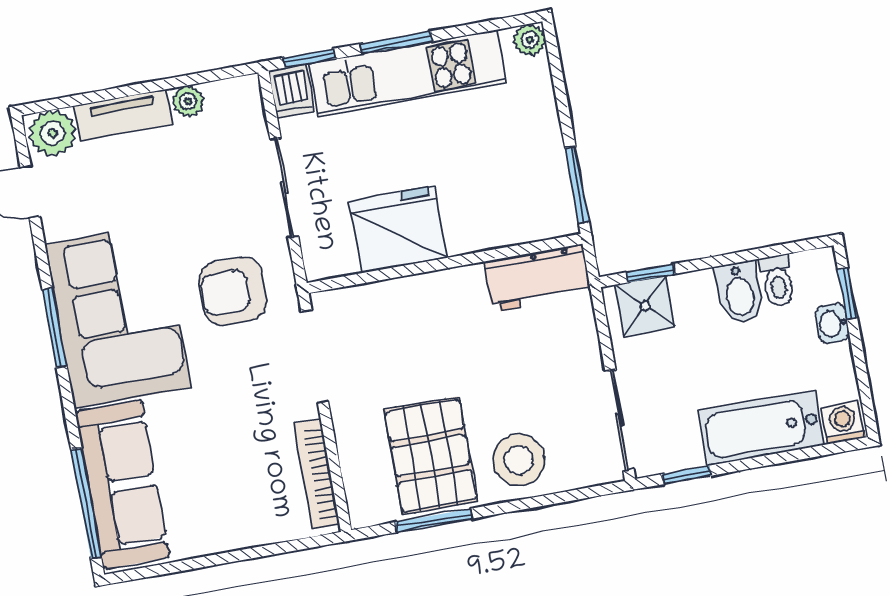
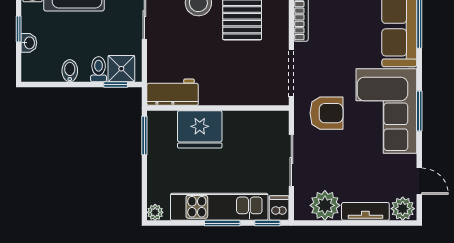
plant: (188, 101) -> (325, 205), width x1.88, depth x1.88
fridge: (398, 229) -> (200, 129), moved
toilet: (777, 281) -> (99, 69), moved
bidet: (740, 293) -> (70, 71), width x0.72, depth x0.74
window: (847, 294) -> (19, 29), moved

